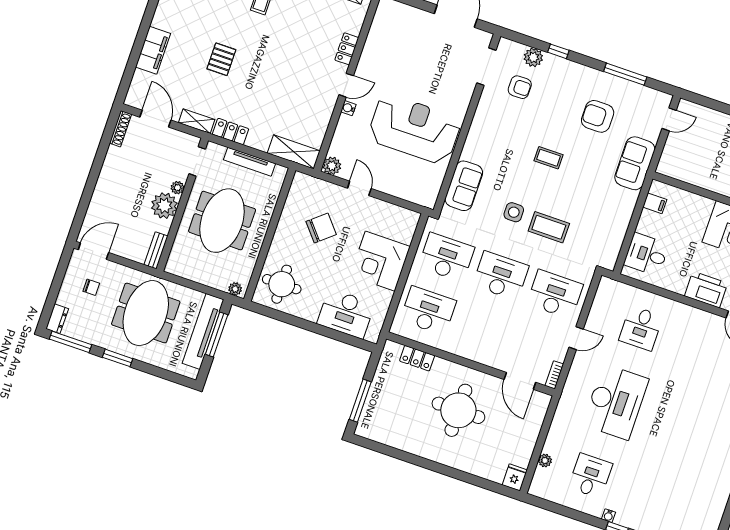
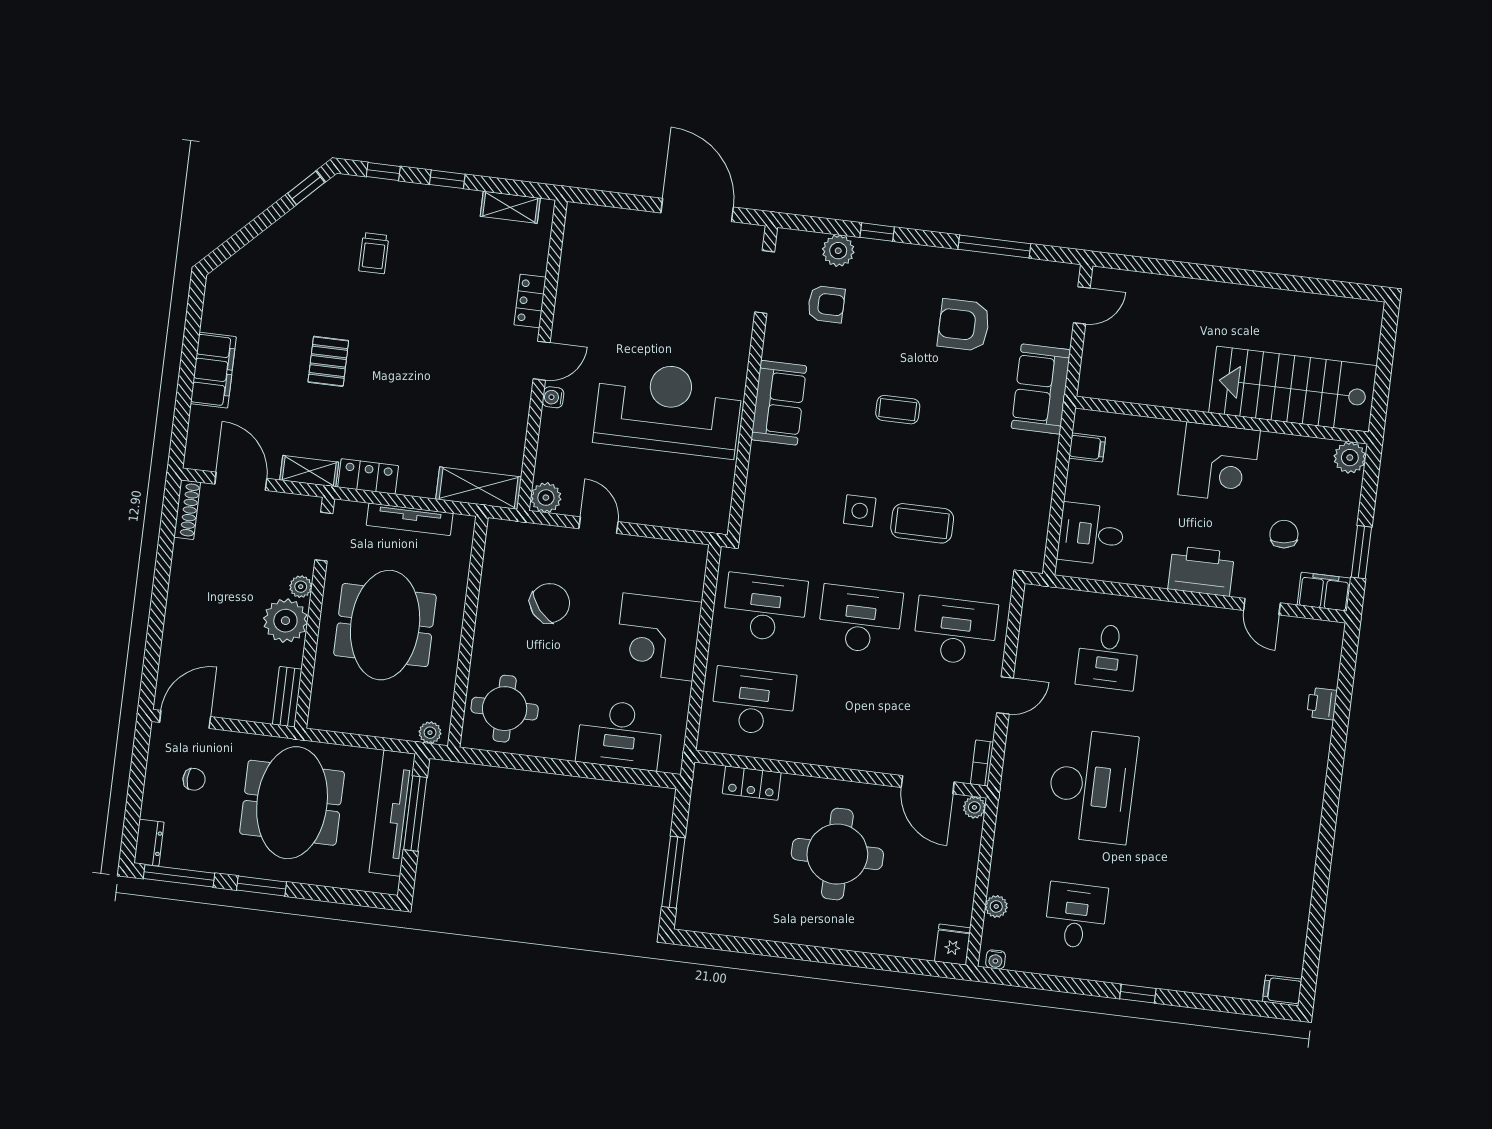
sofa: (464, 186) -> (779, 403), moved
plant: (544, 400) -> (974, 807), added
water cooler: (609, 516) -> (996, 960), moved

